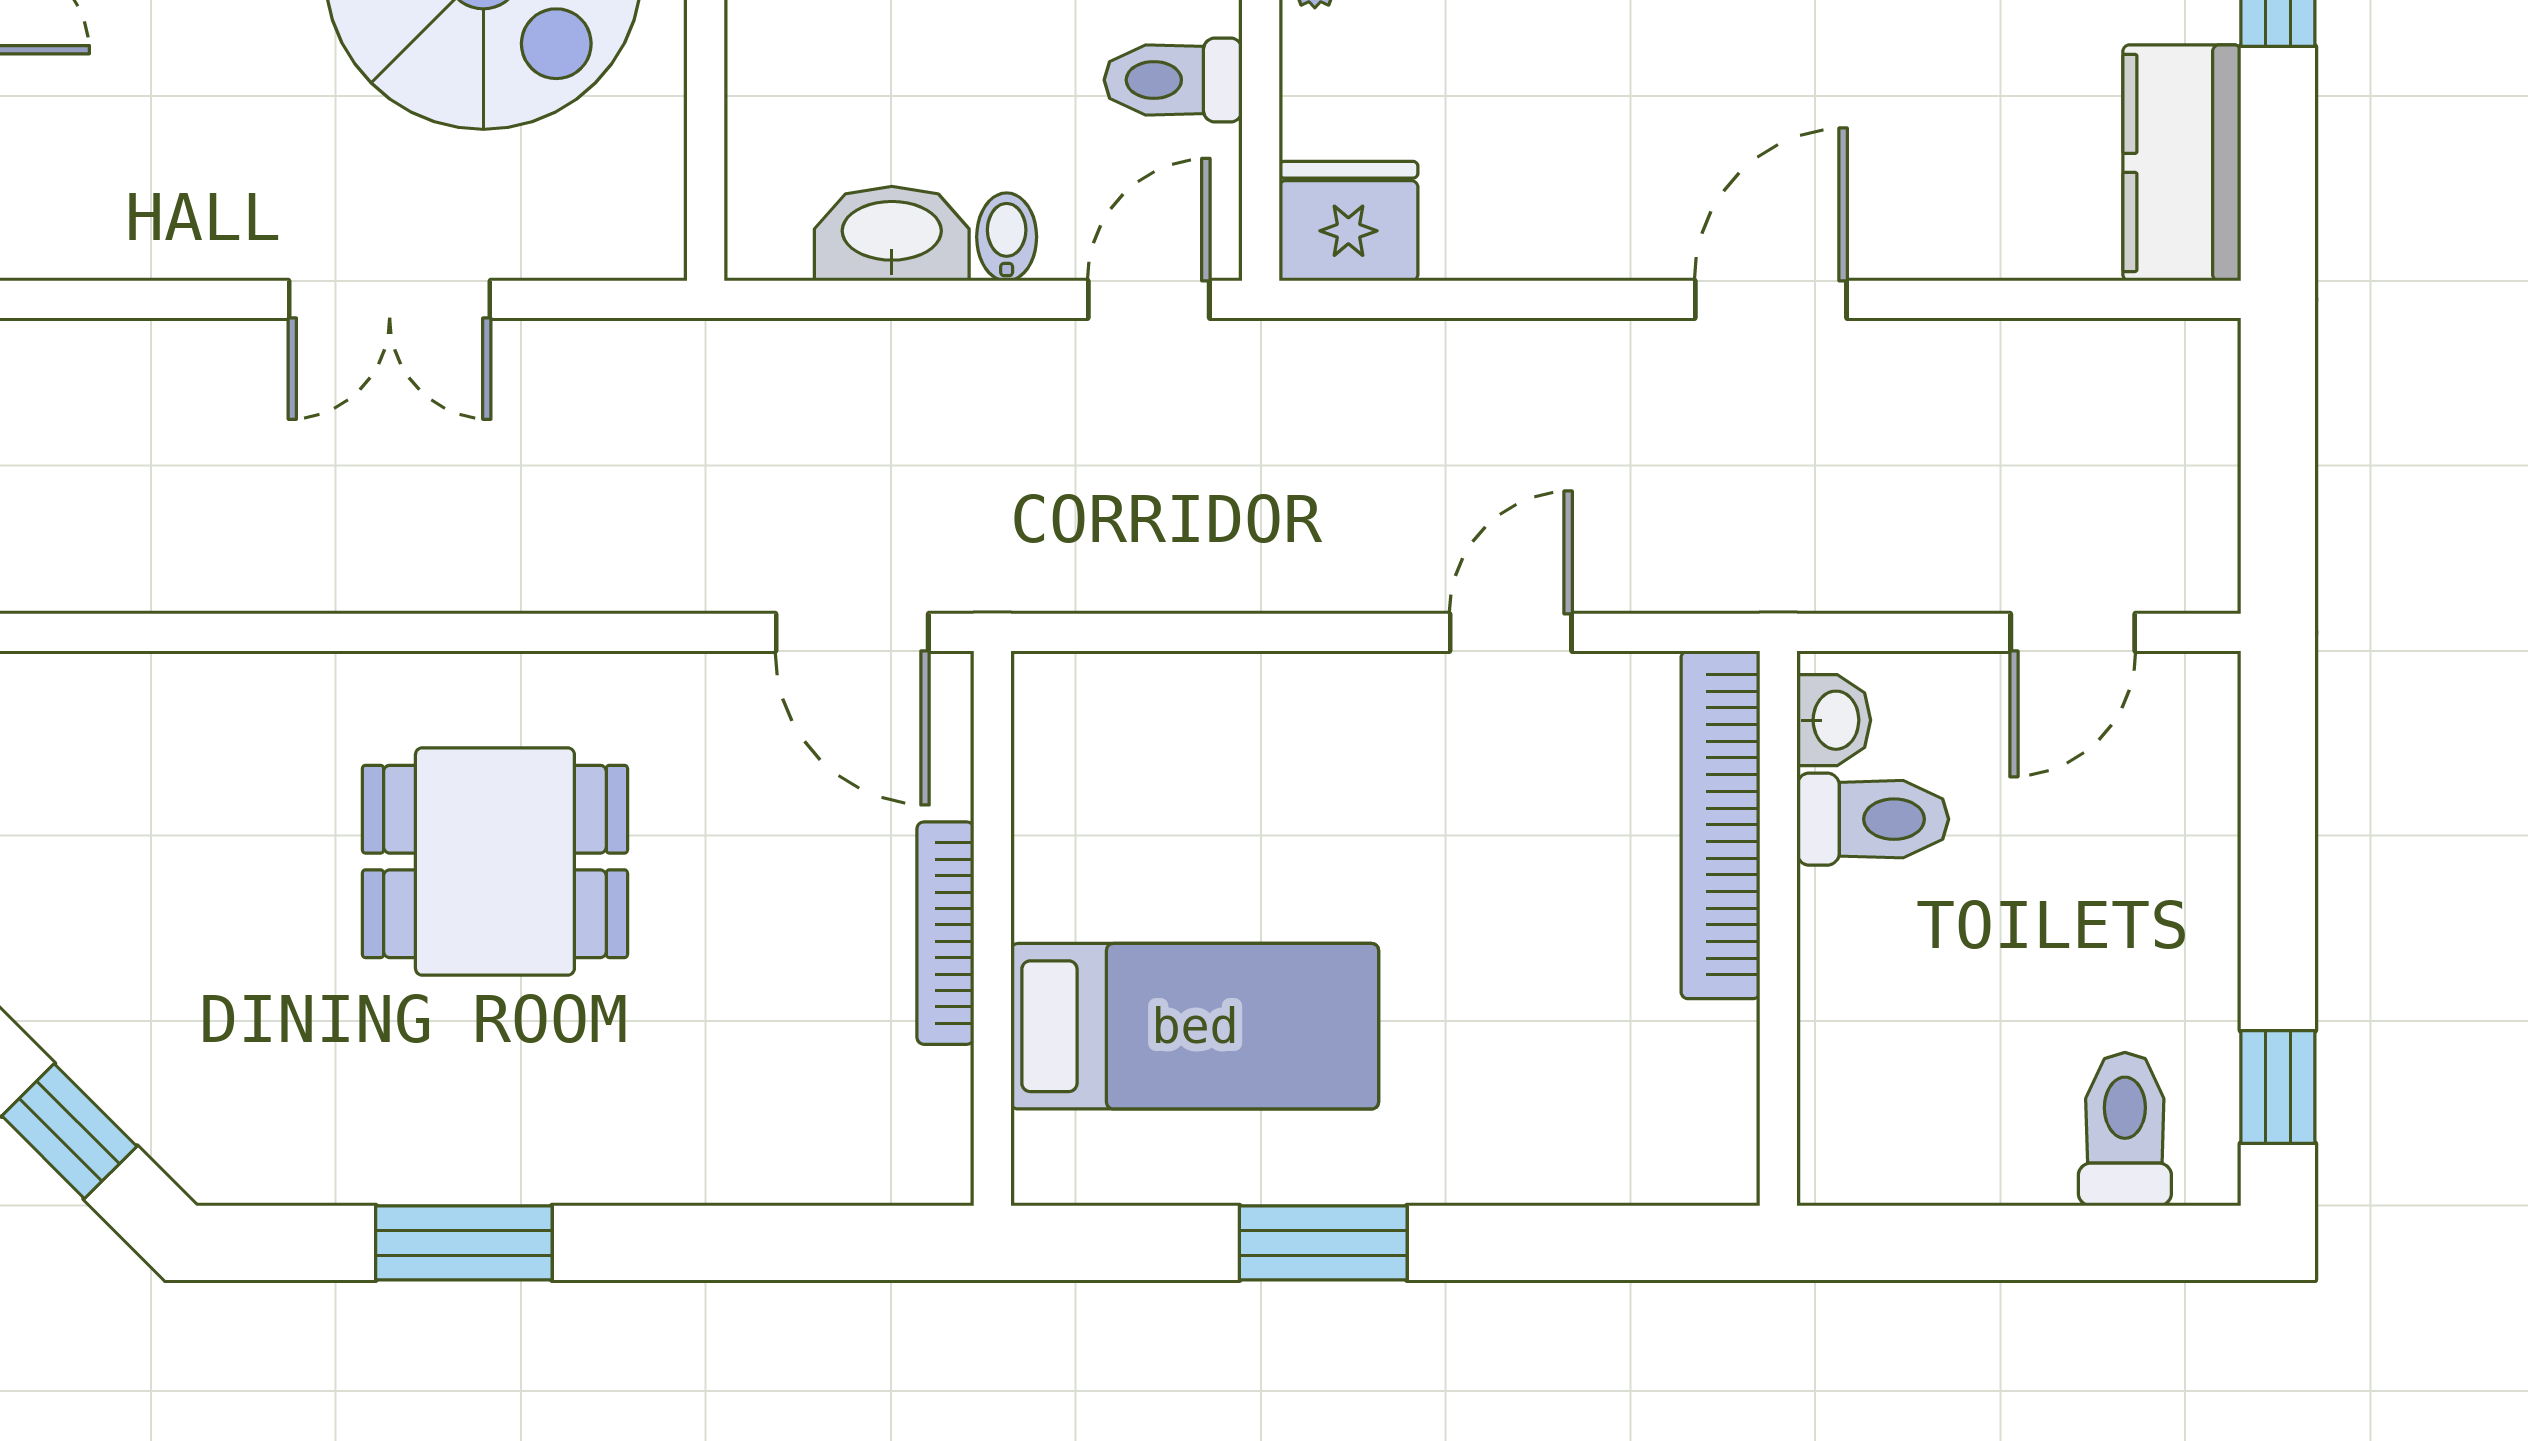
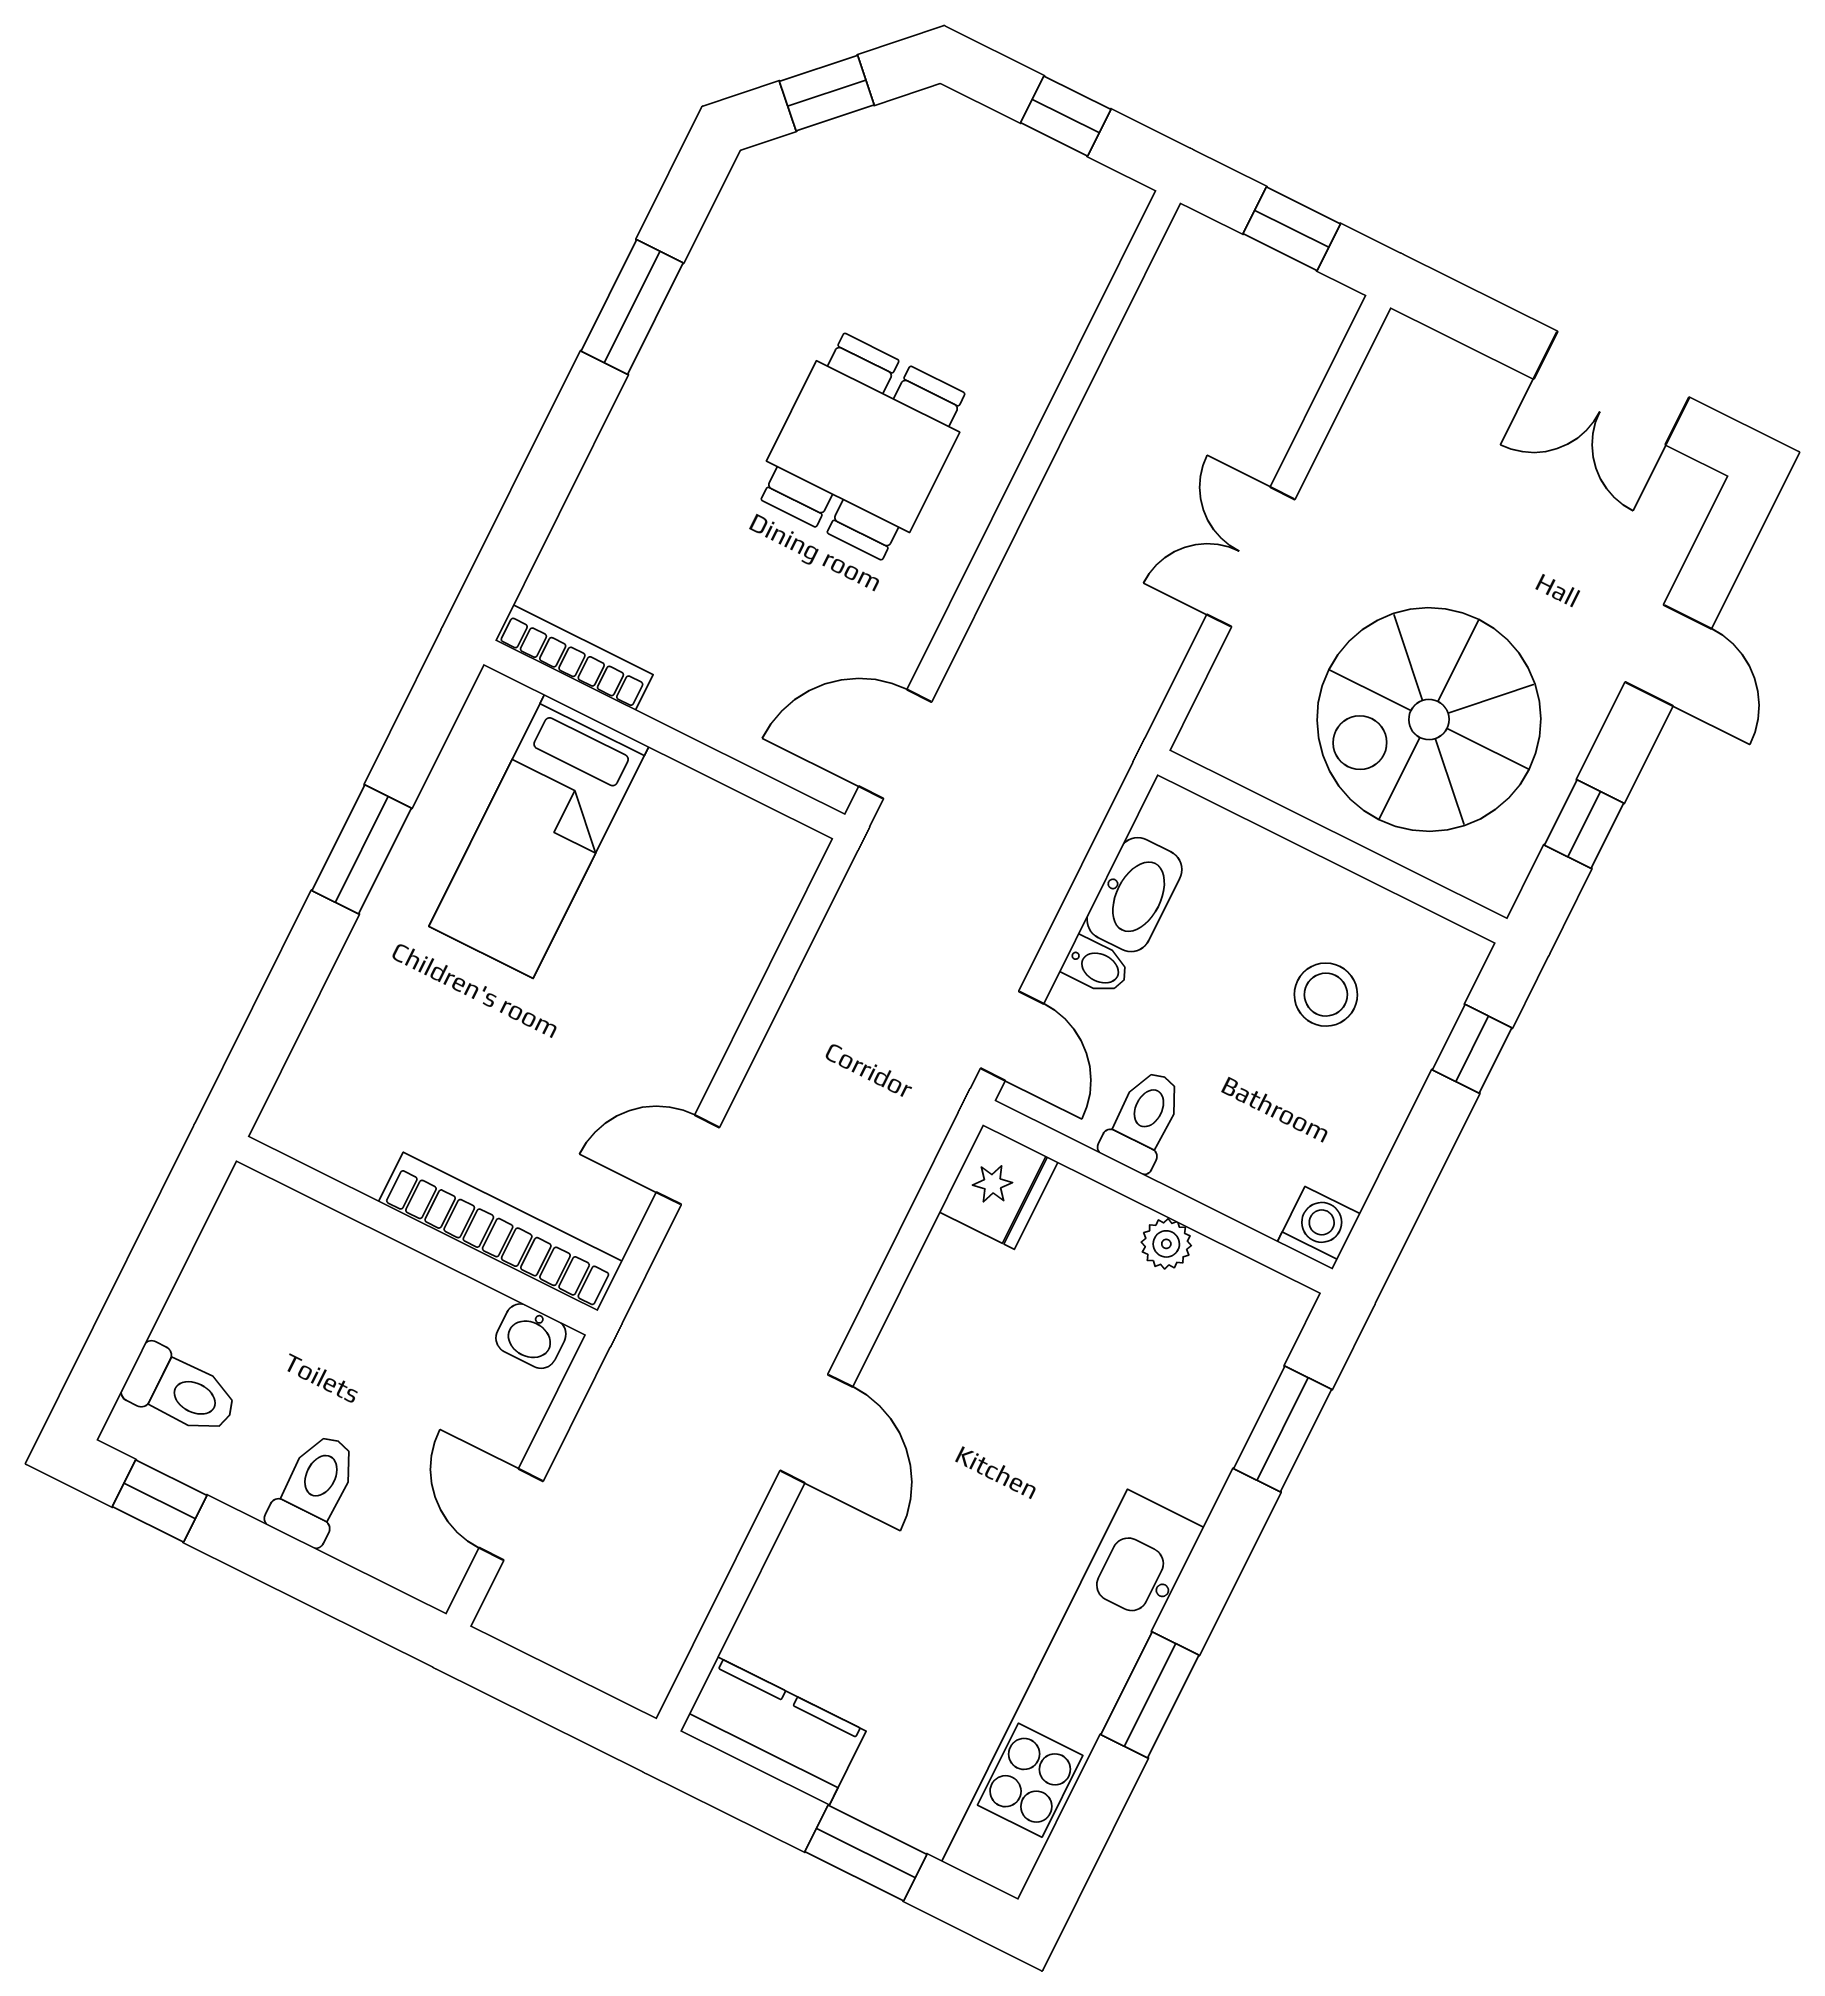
door: (1511, 632) -> (688, 1160), swing flipped
toilet: (1873, 819) -> (314, 1489), moved, turned 180
bookcase: (945, 933) -> (574, 658), moved

